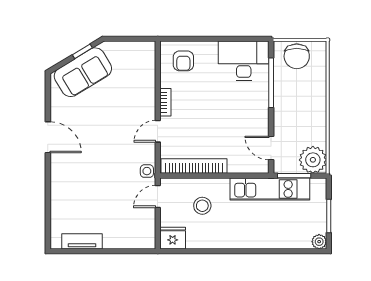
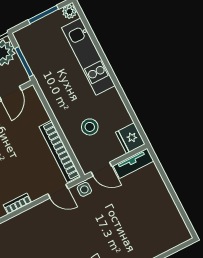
door: (158, 131) -> (58, 191), moved
kitchen unit: (270, 189) -> (88, 57), moved, turned 180
tv unit: (82, 241) -> (133, 163), moved, turned -90

